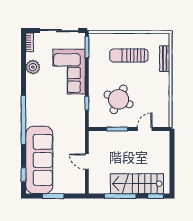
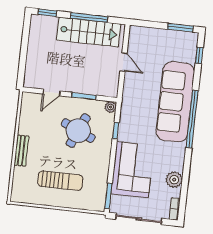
bench: (165, 59) -> (21, 151), moved
plant: (93, 122) -> (111, 107), added
sofa: (39, 160) -> (175, 102), moved
stairs: (137, 184) -> (89, 32), moved
window: (53, 196) -> (180, 28), moved

